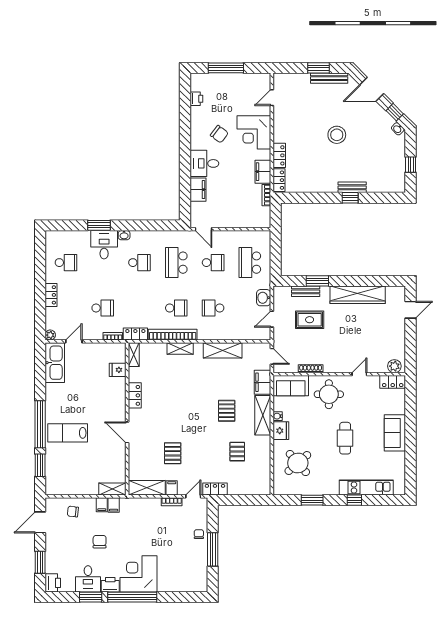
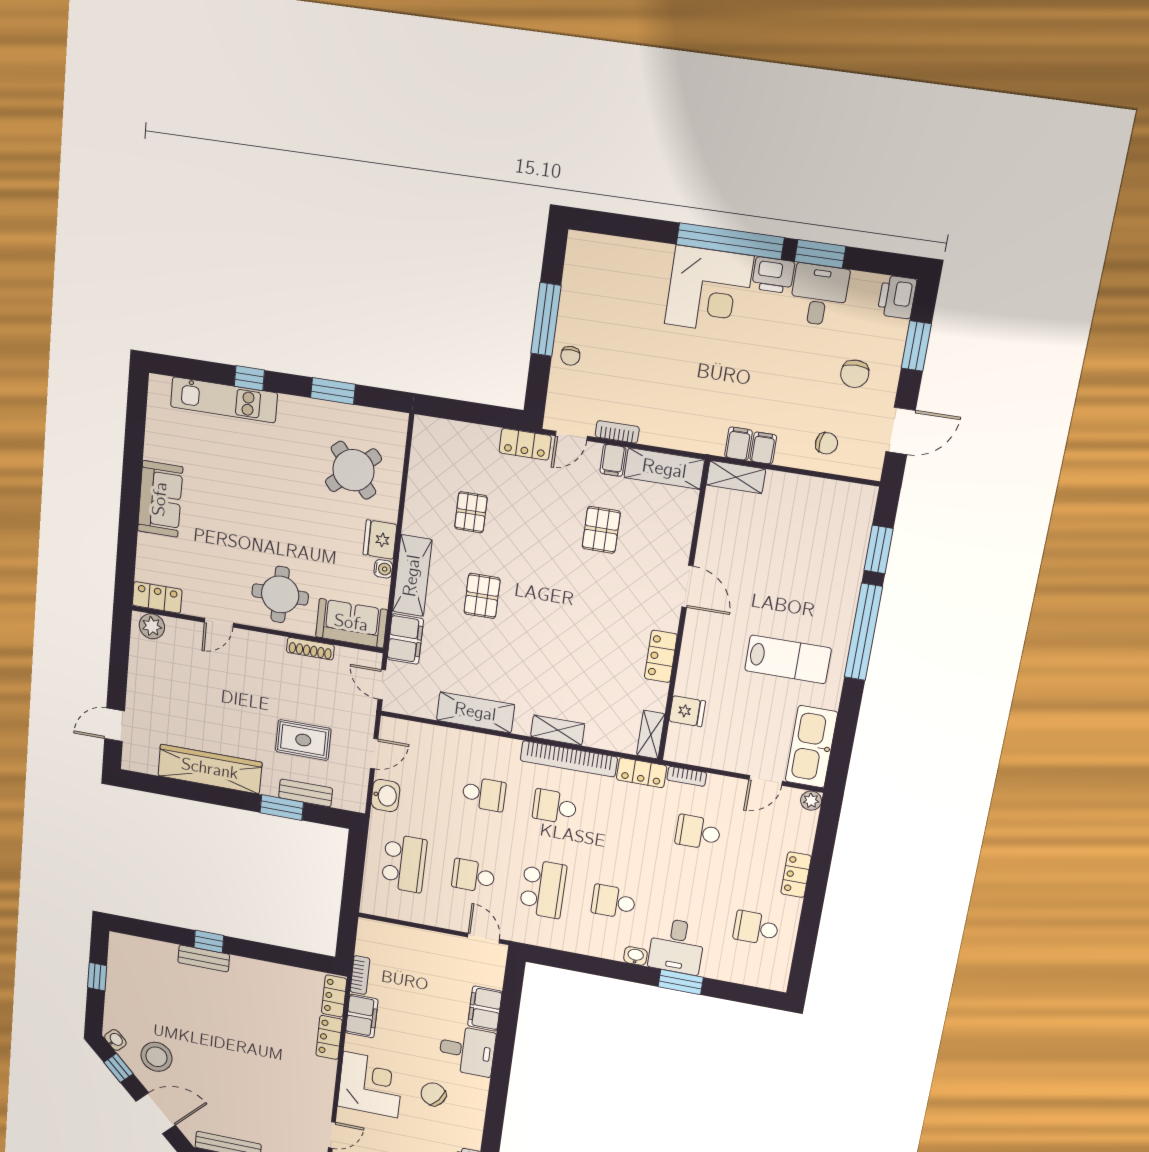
stool: (337, 135) -> (156, 1057), moved
lab bench: (68, 433) -> (788, 659), moved
cafe table: (345, 438) -> (257, 504), removed
chair: (100, 542) -> (855, 374), moved

